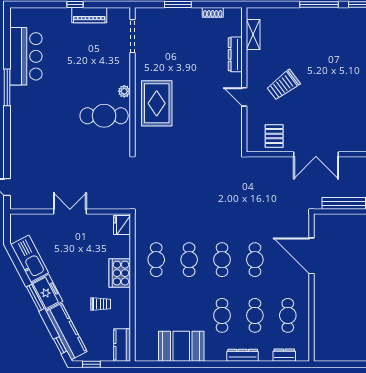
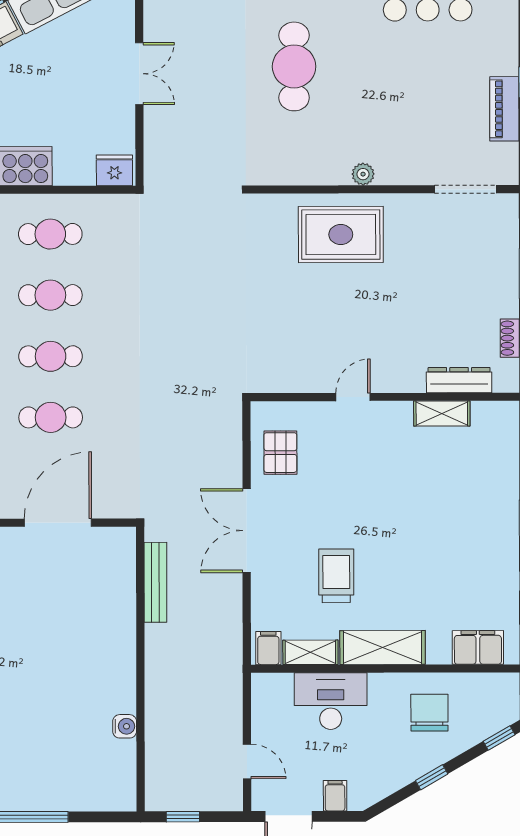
shelving: (253, 34) -> (442, 413), moved
dresser: (235, 54) -> (459, 380), moved
trolley: (283, 85) -> (336, 576), moved, turned 37
cafe table: (104, 116) -> (294, 66), moved
pallet: (274, 136) -> (280, 453), turned 90

